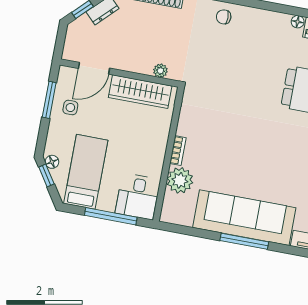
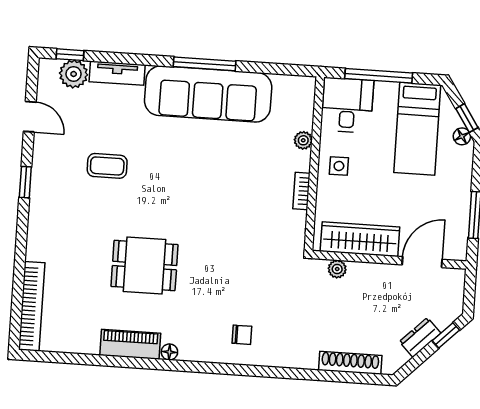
chair: (224, 17) -> (242, 335), moved
side table: (70, 108) -> (339, 166), moved
bookcase: (178, 151) -> (301, 191), moved
plant: (180, 180) -> (303, 140), width x0.53, depth x0.53

